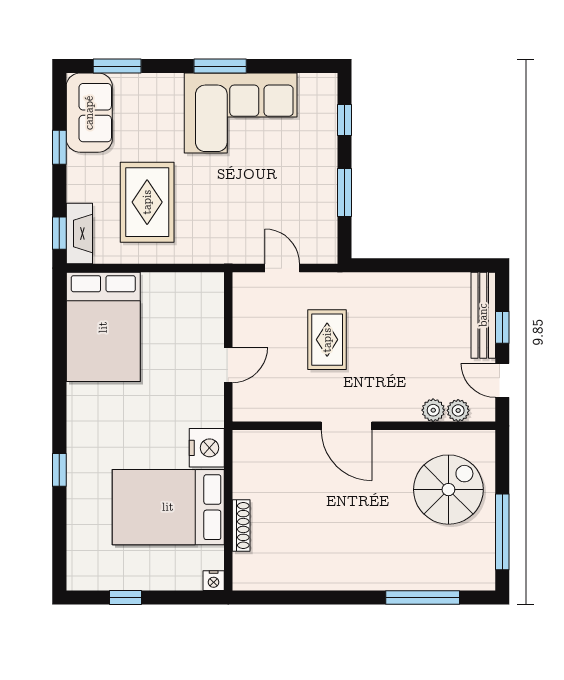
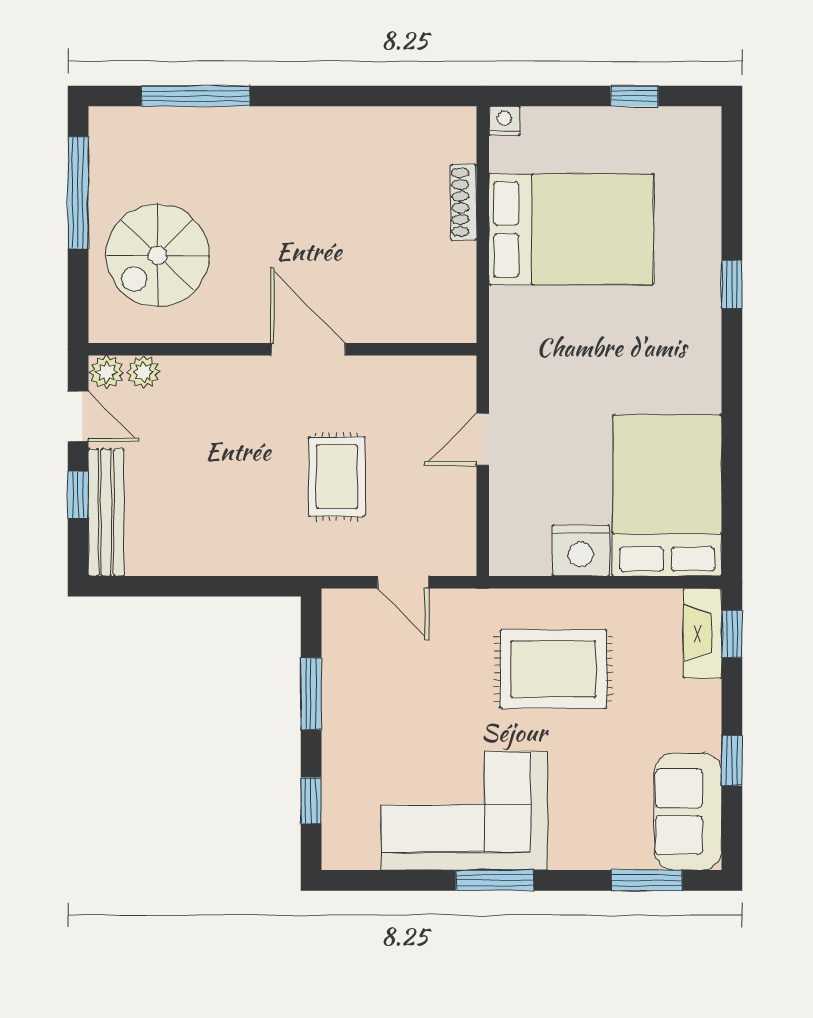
rug: (147, 202) -> (553, 669), moved, turned 90
plant: (433, 410) -> (107, 372), moved
nightstand: (207, 448) -> (581, 550), moved, turned -90

